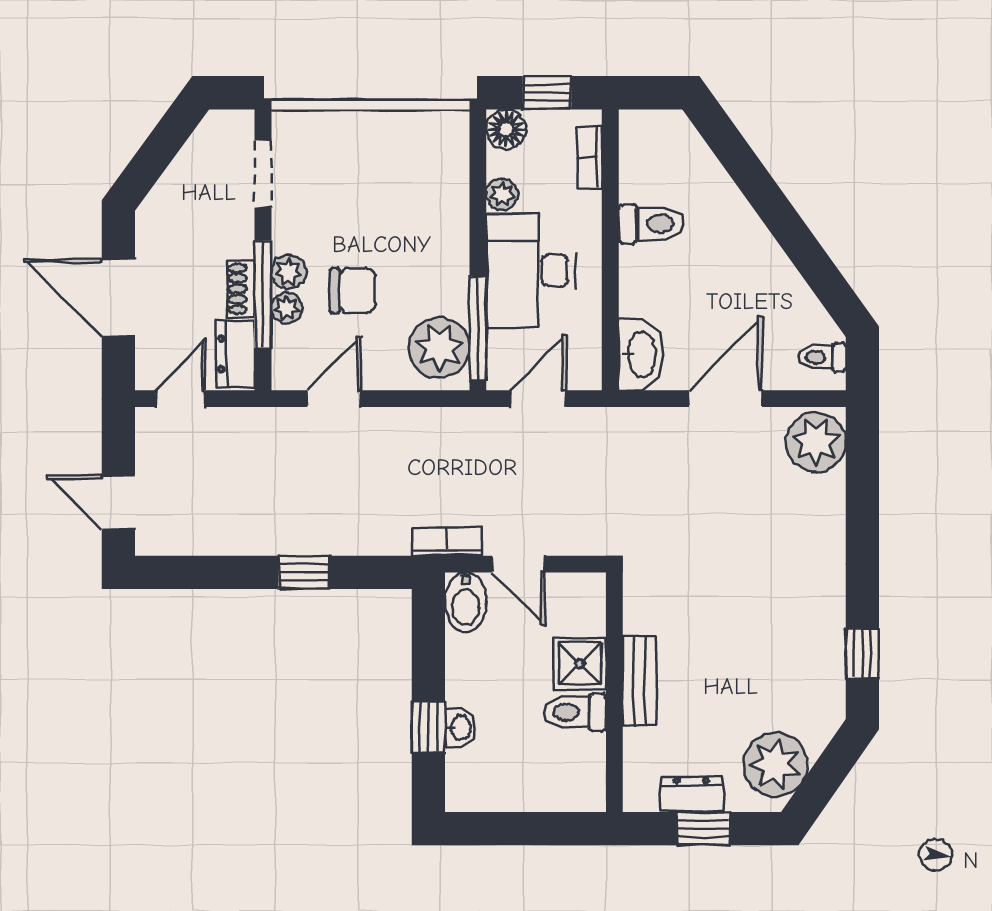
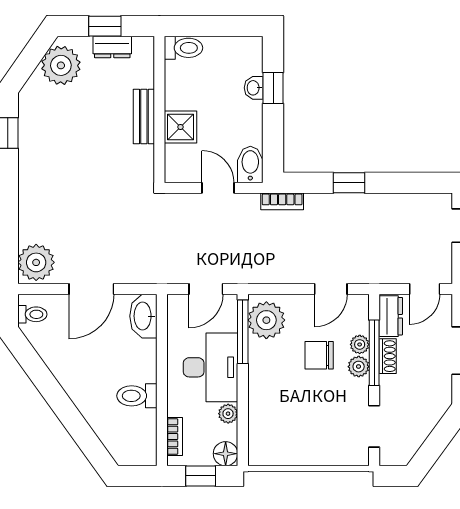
bookcase: (447, 542) -> (282, 201), moved
toilet: (575, 712) -> (183, 48), moved

